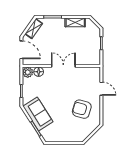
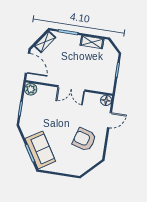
double door: (63, 66) -> (71, 88), swing flipped
floor lamp: (39, 72) -> (106, 100), moved
door: (101, 89) -> (110, 120), hinge flipped
sofa: (38, 114) -> (40, 150), moved

